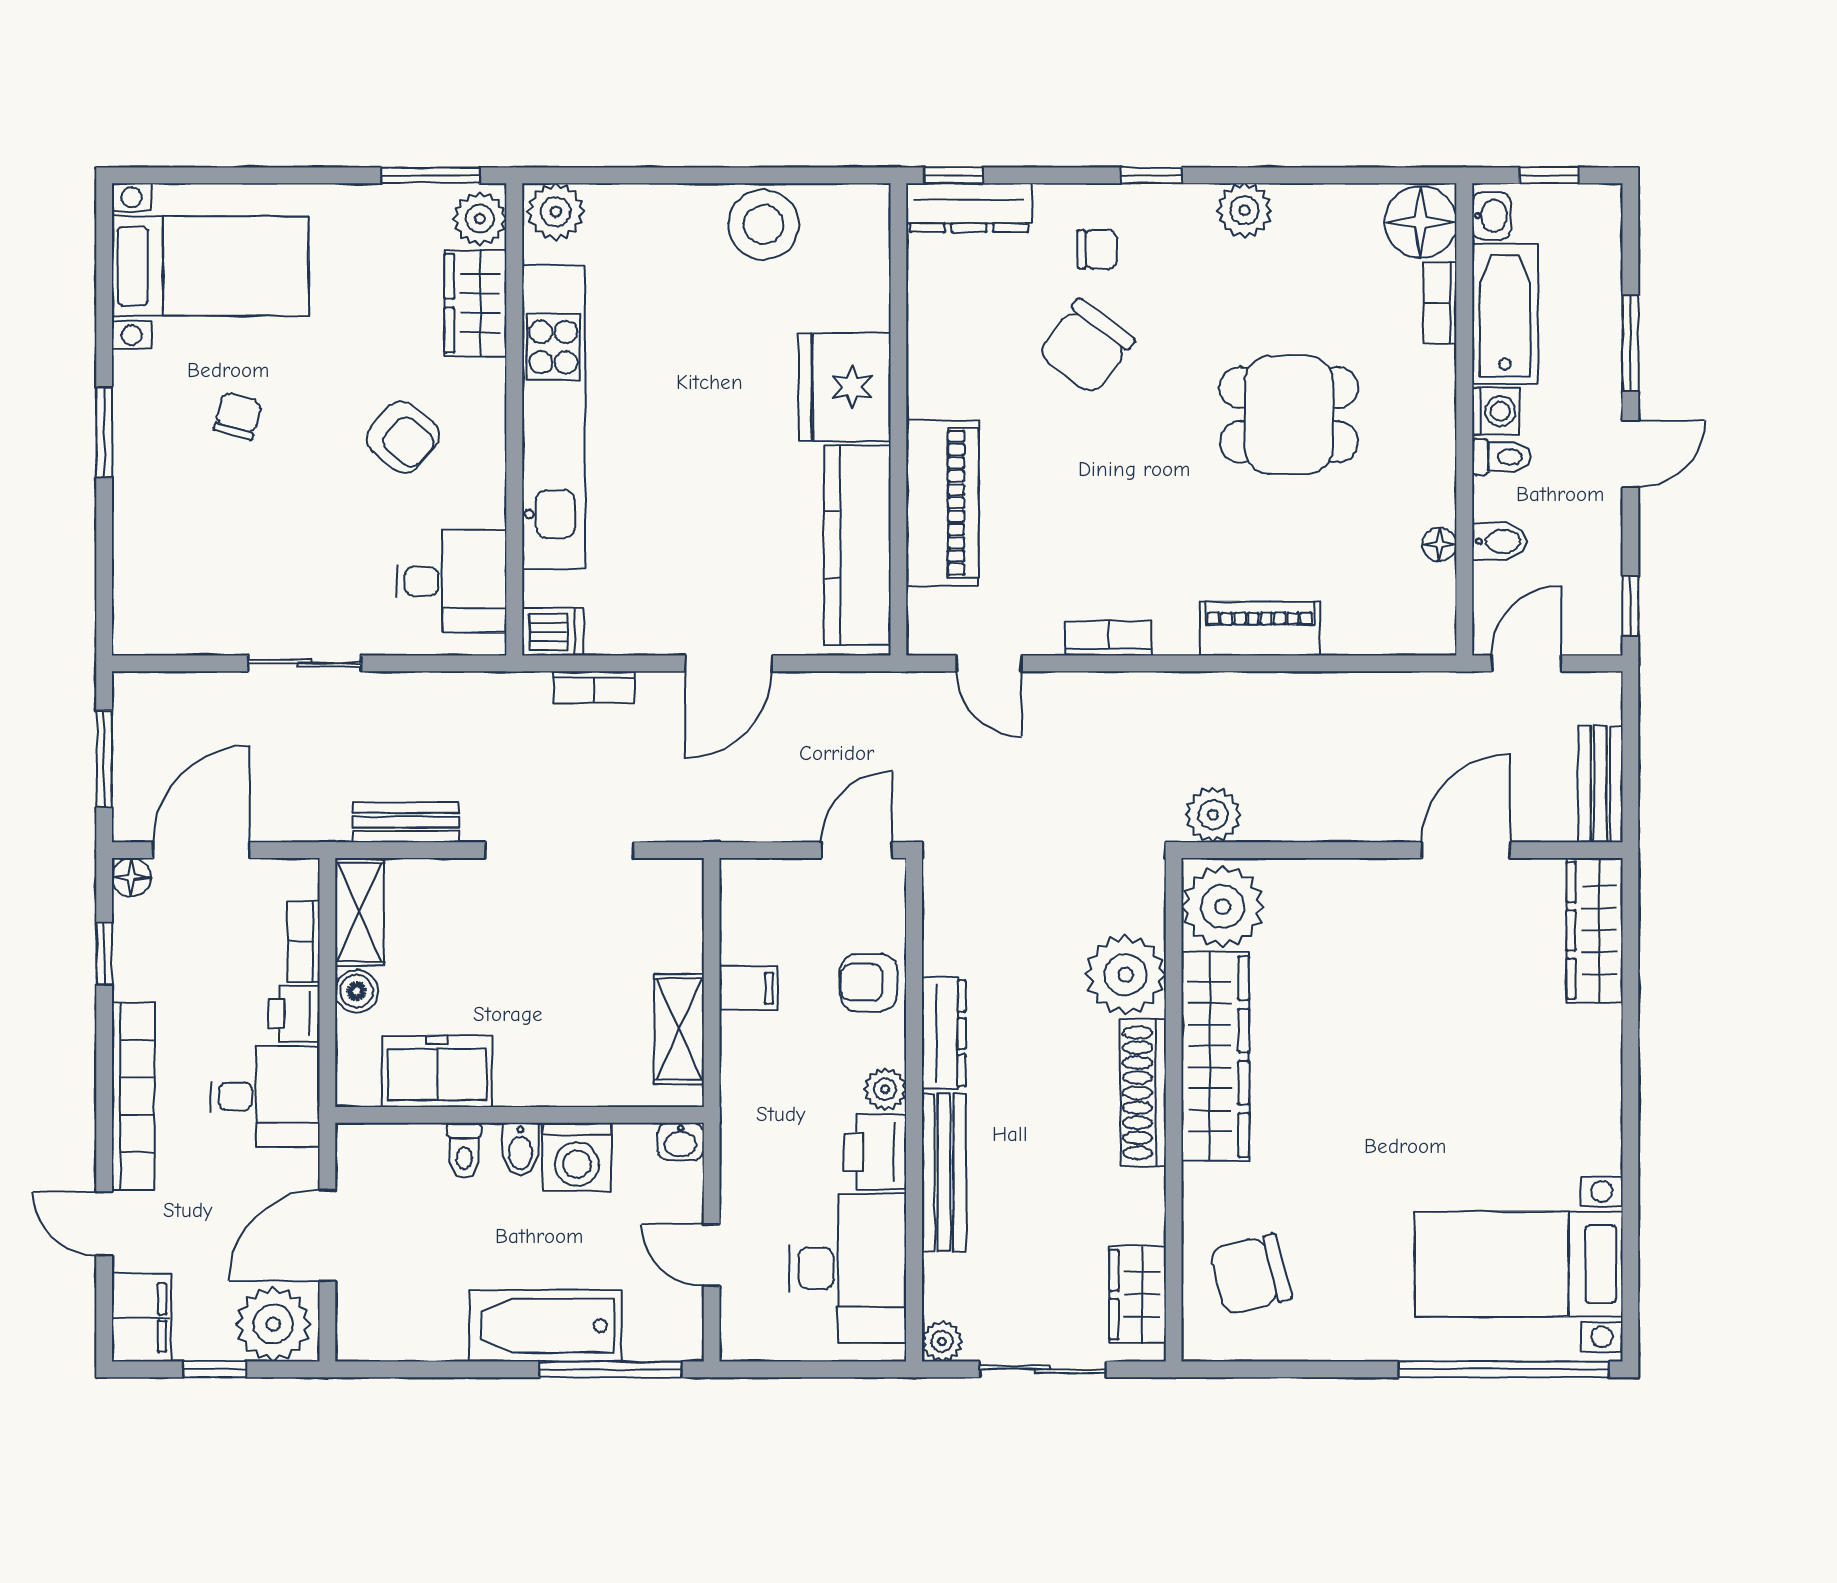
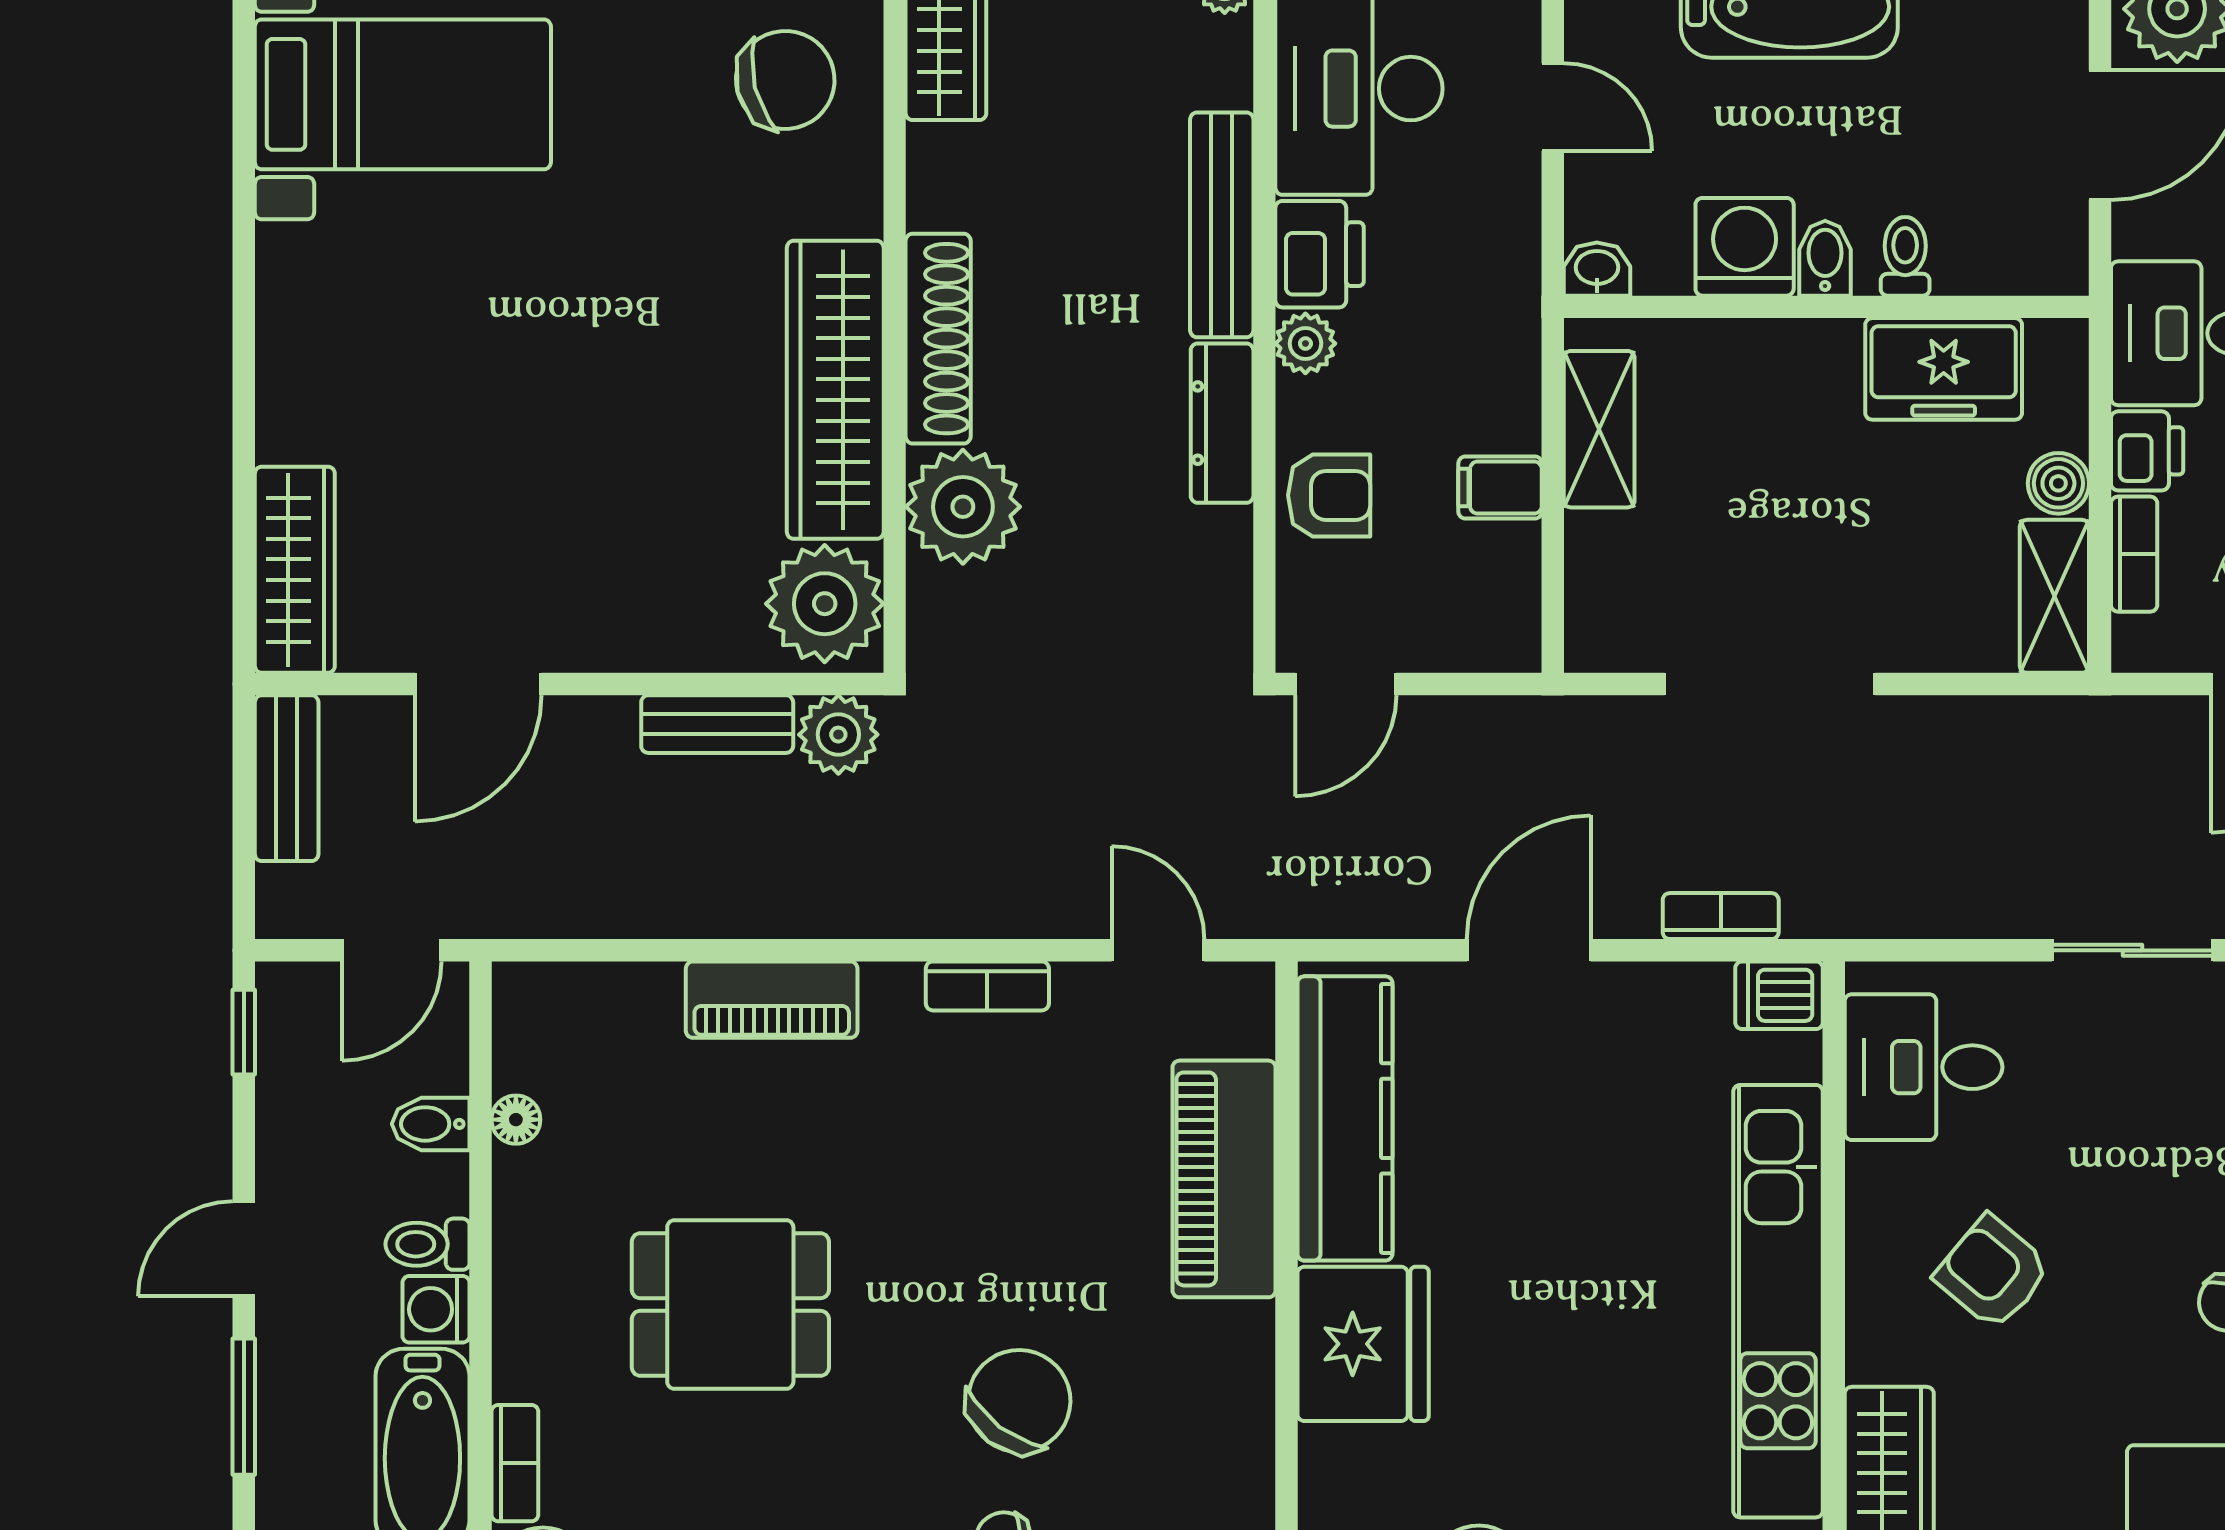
bench: (406, 822) -> (717, 724), moved

